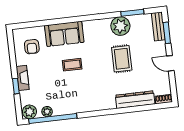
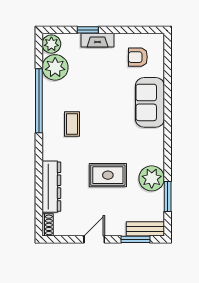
coffee table: (72, 65) -> (72, 124), moved
plant: (47, 112) -> (55, 67), width x1.87, depth x1.87
window: (53, 118) -> (39, 101), moved

